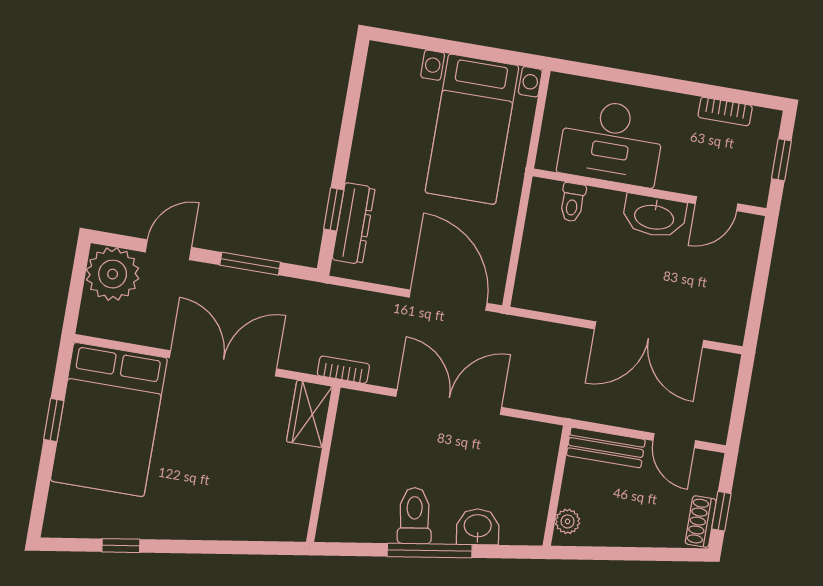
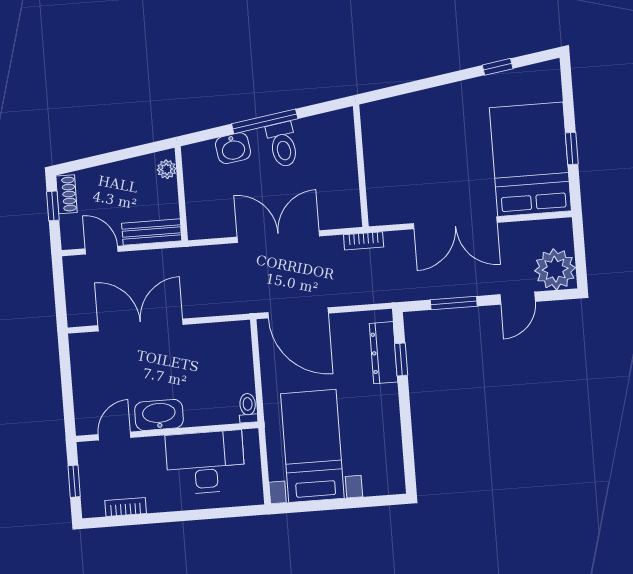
toilet: (572, 202) -> (248, 408), moved
double door: (449, 402) -> (278, 237), swing flipped
wardrobe: (309, 414) -> (381, 201), removed

